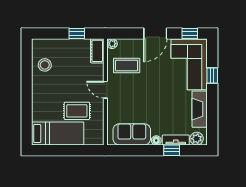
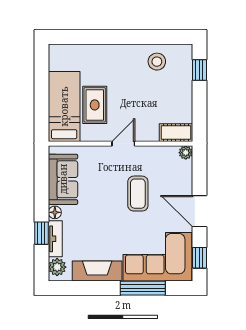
window: (77, 33) -> (199, 70), moved
coffee table: (127, 66) -> (138, 194), moved
window: (212, 75) -> (143, 288), width x2.17
bed: (58, 133) -> (64, 106), moved, turned 180

